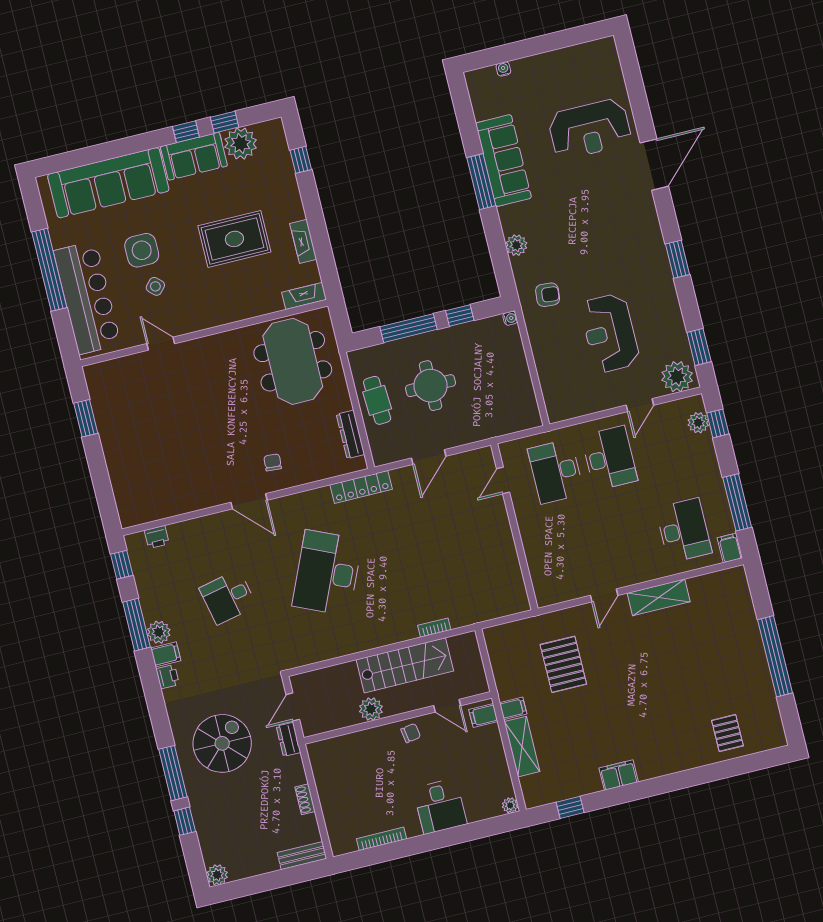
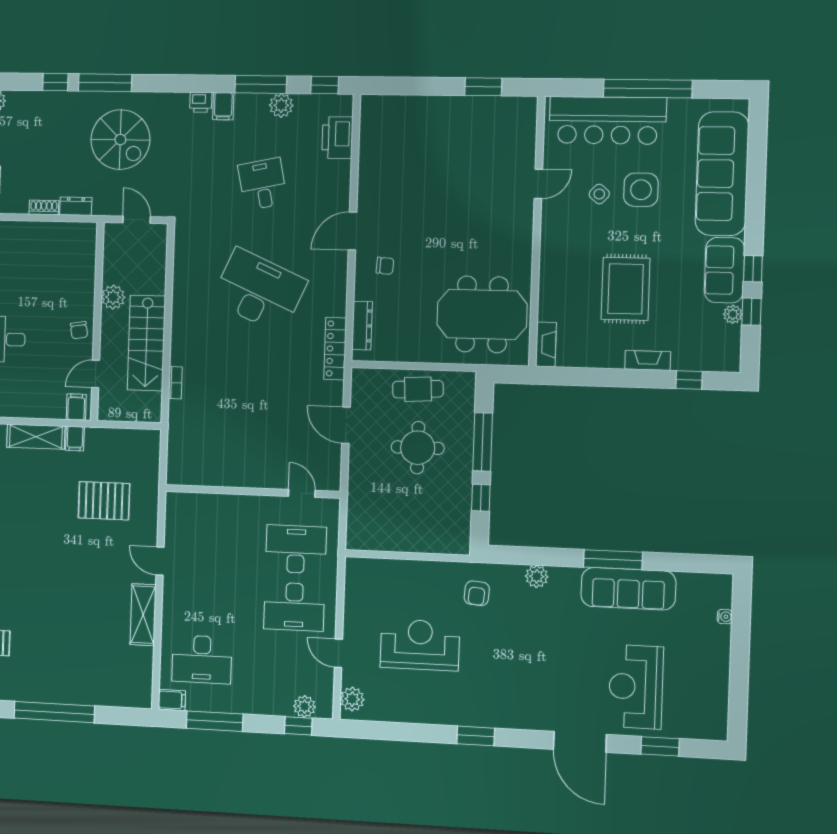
plant: (241, 144) -> (733, 314), width x0.53, depth x0.53
fireplace: (303, 241) -> (648, 360), moved
water cooler: (510, 318) -> (463, 548), removed
window: (699, 347) -> (660, 746), moved
plant: (677, 377) -> (352, 699), width x0.73, depth x0.73
dresser: (350, 434) -> (362, 326), moved, turned 90
printer: (157, 537) -> (337, 138), width x1.87, depth x1.48
plant: (159, 632) -> (281, 105), moved
dresser: (288, 739) -> (76, 206), moved

